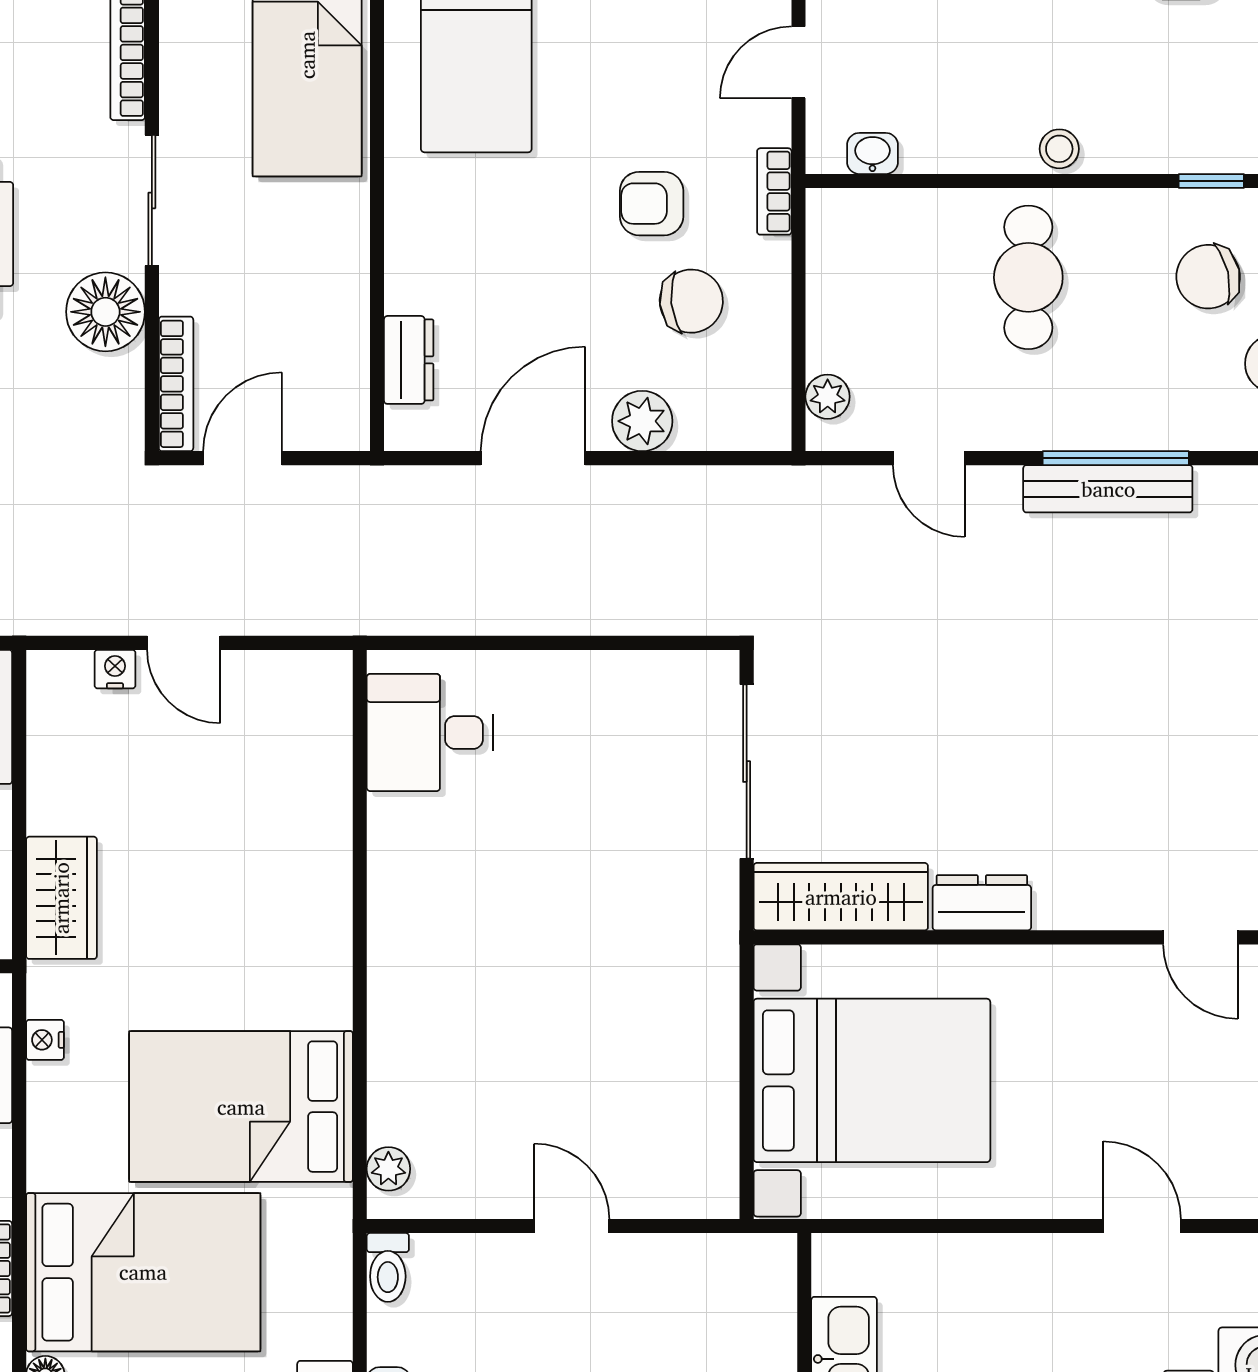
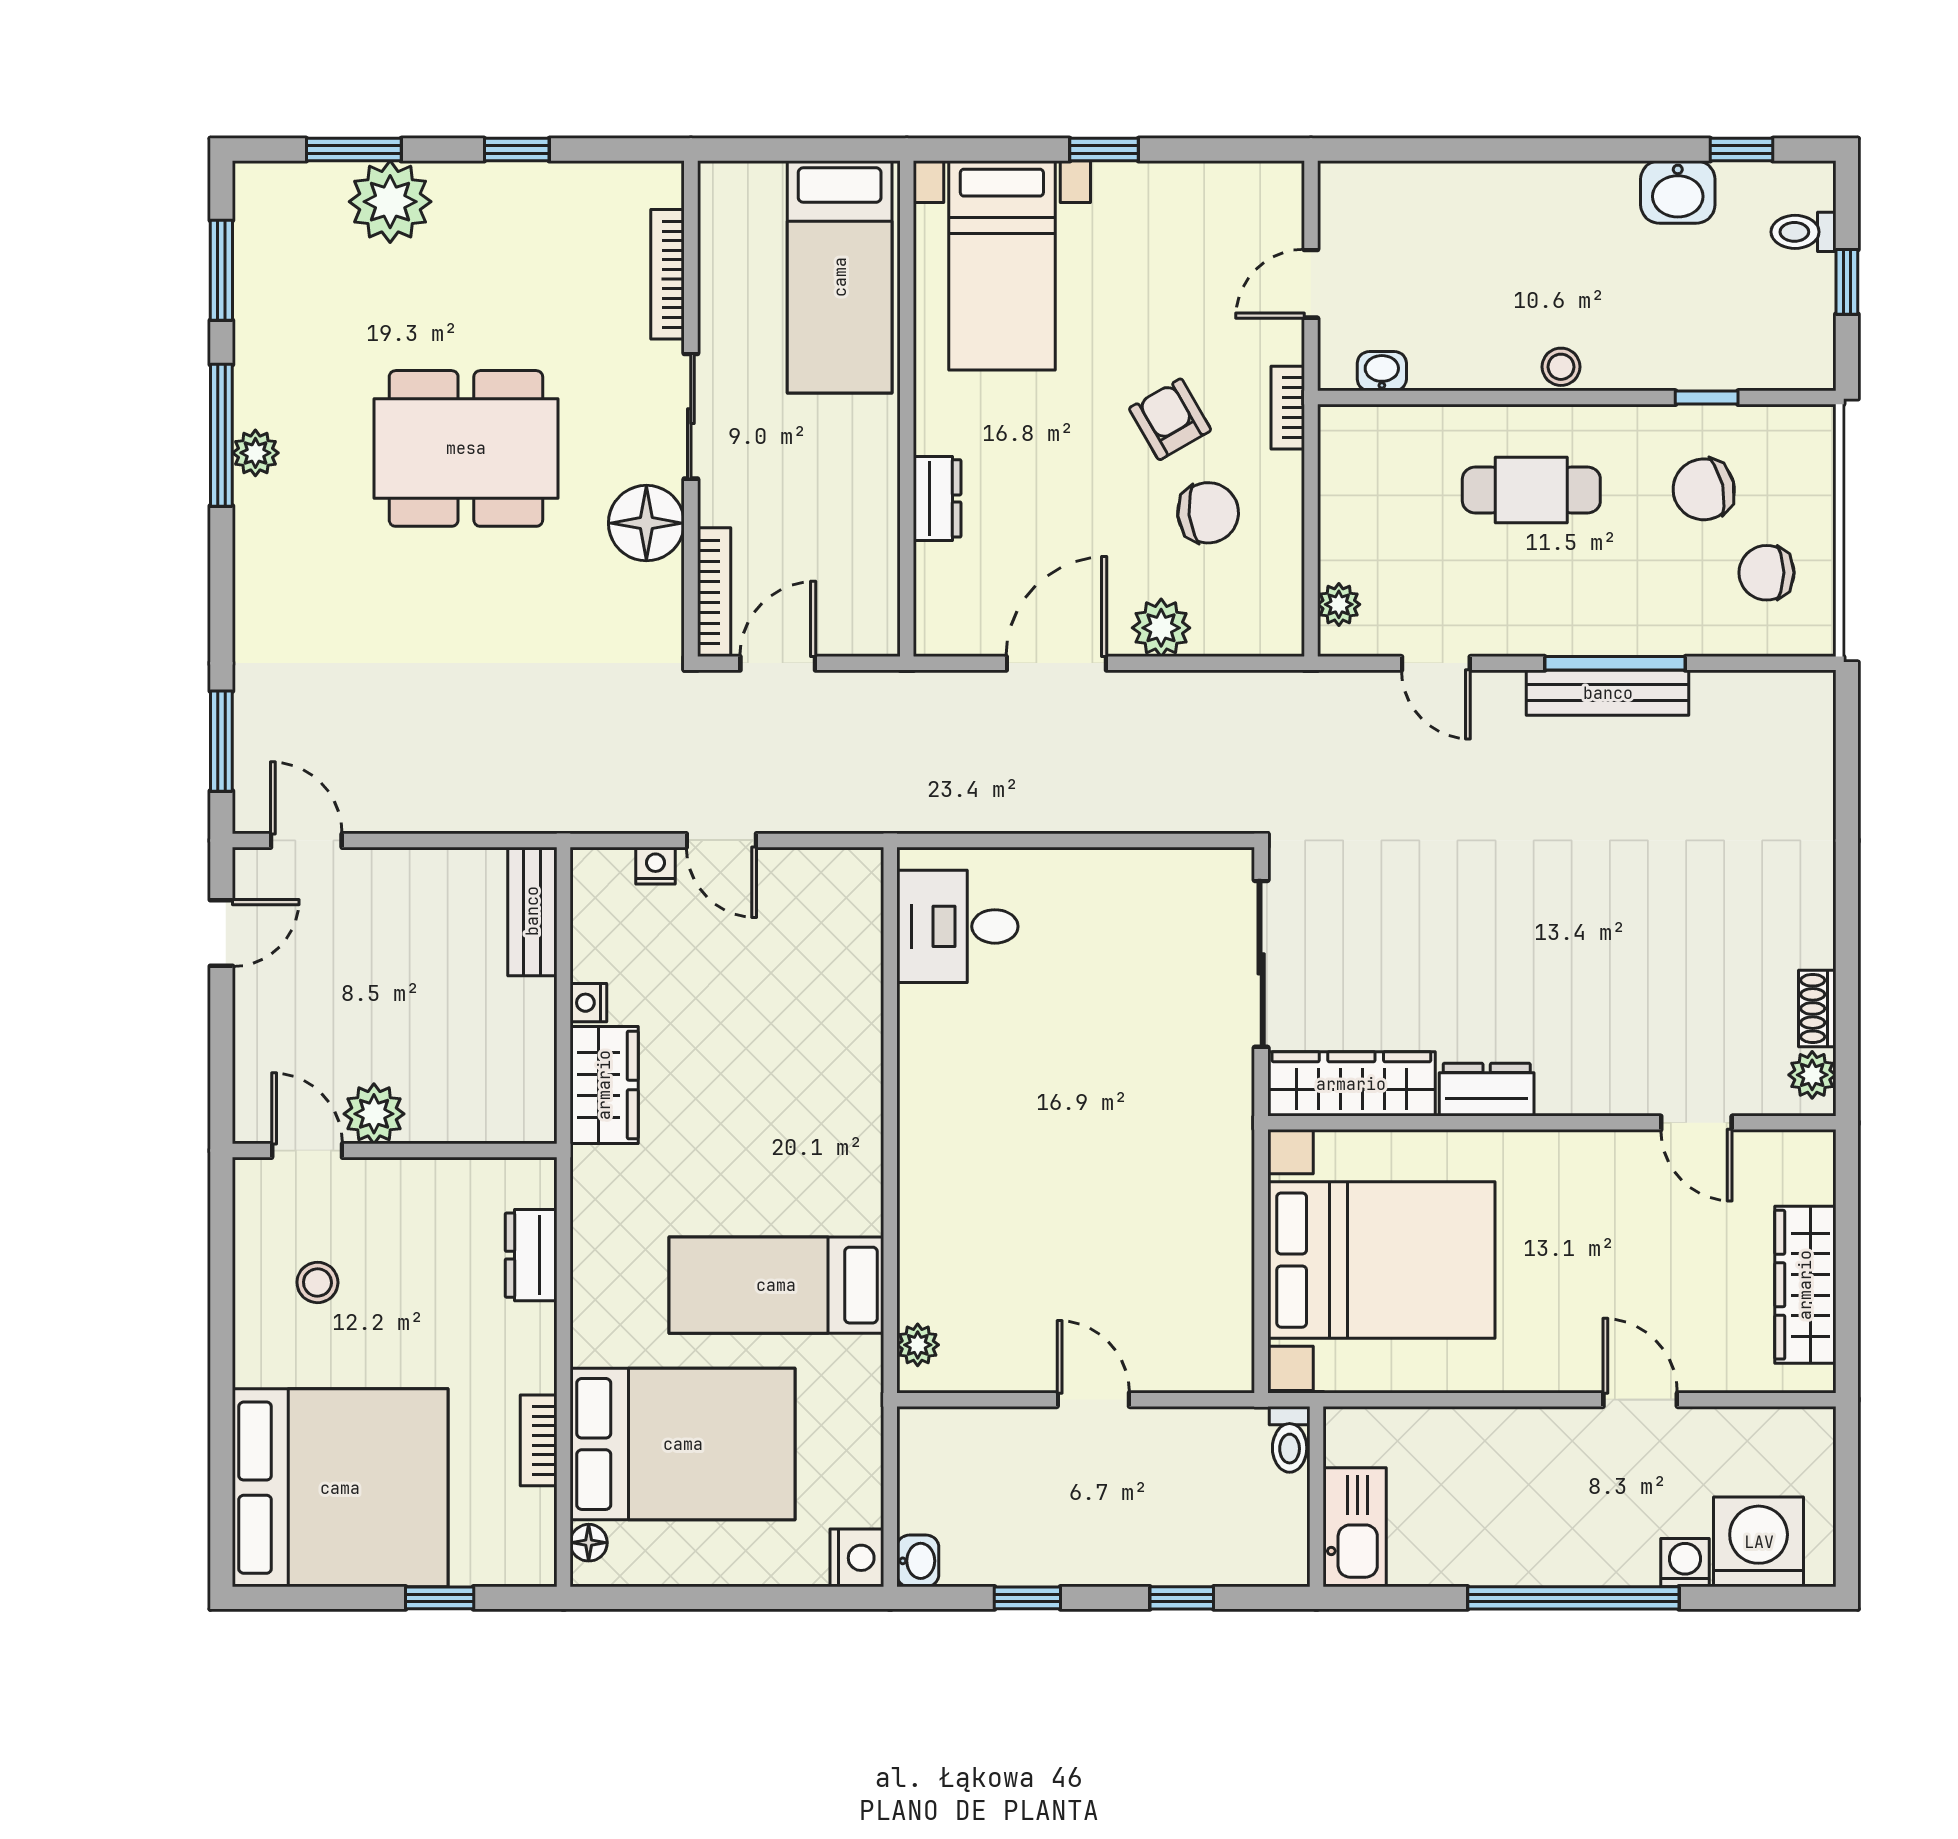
armchair: (652, 204) -> (1170, 419), turned 60
cafe table: (1028, 277) -> (1531, 490), turned 90
dresser: (409, 360) -> (937, 498), moved
nightstand: (45, 1040) -> (588, 1003), moved
bed: (241, 1107) -> (776, 1285), width x0.67
toilet: (388, 1267) -> (1290, 1439), moved

